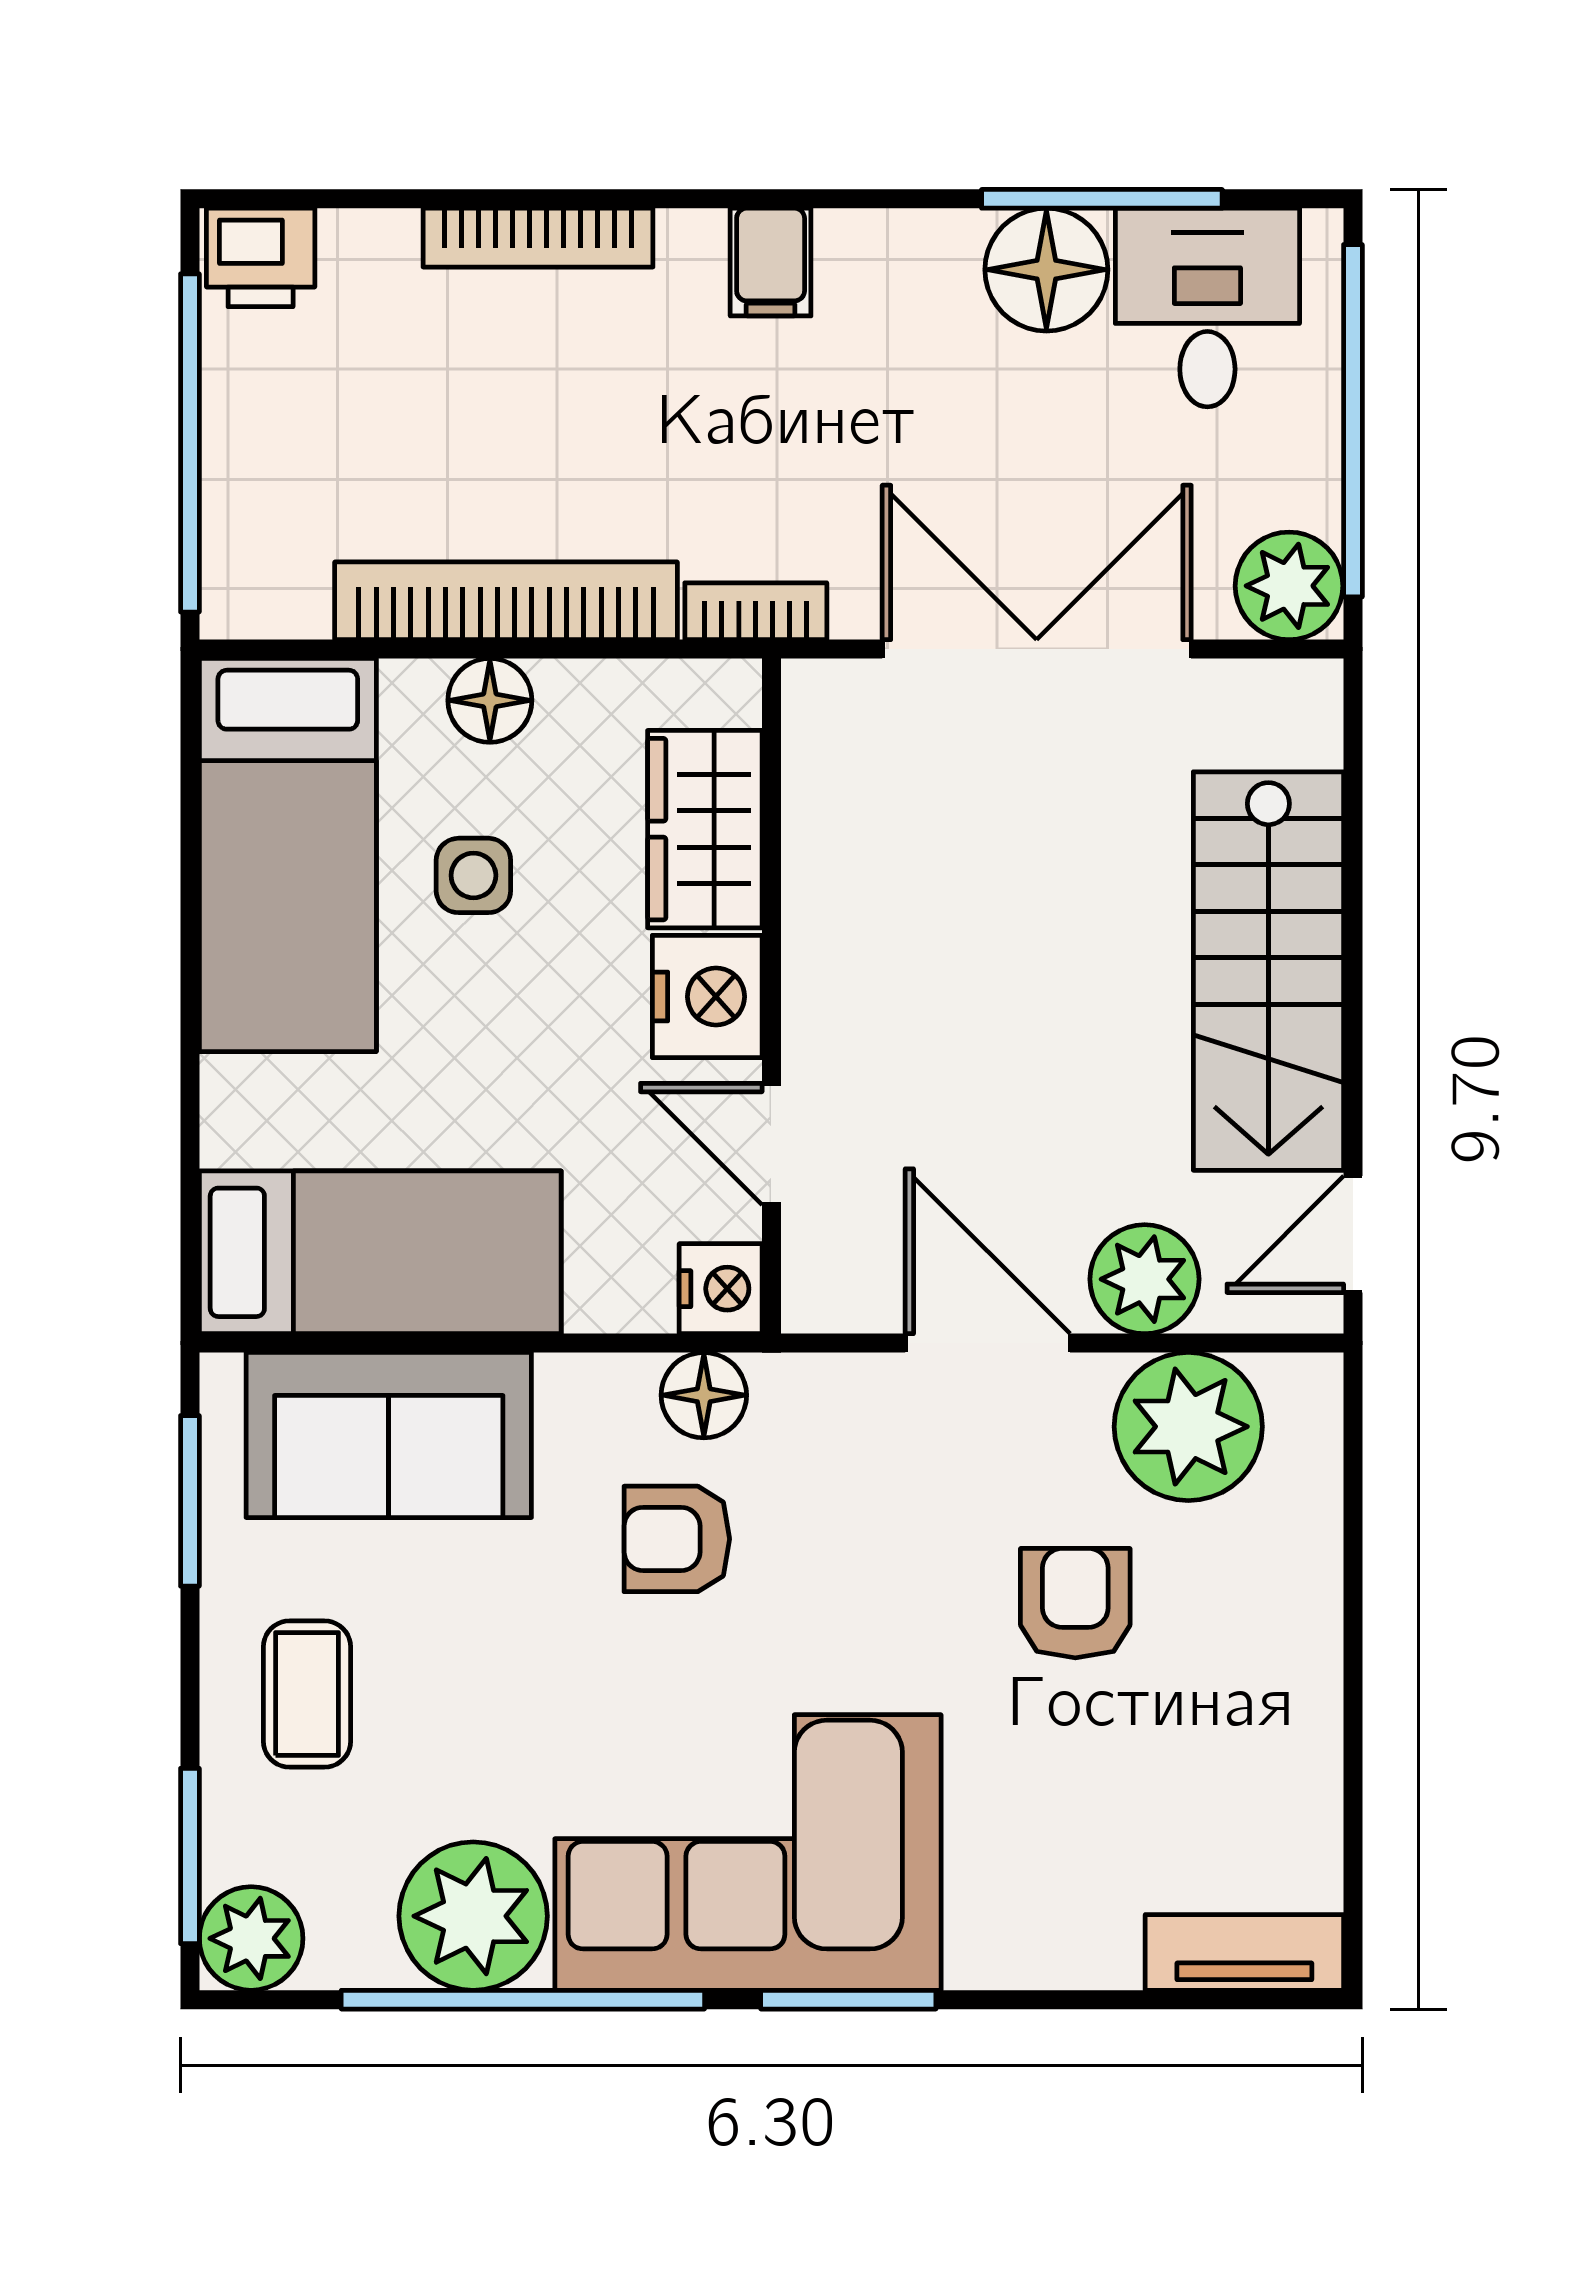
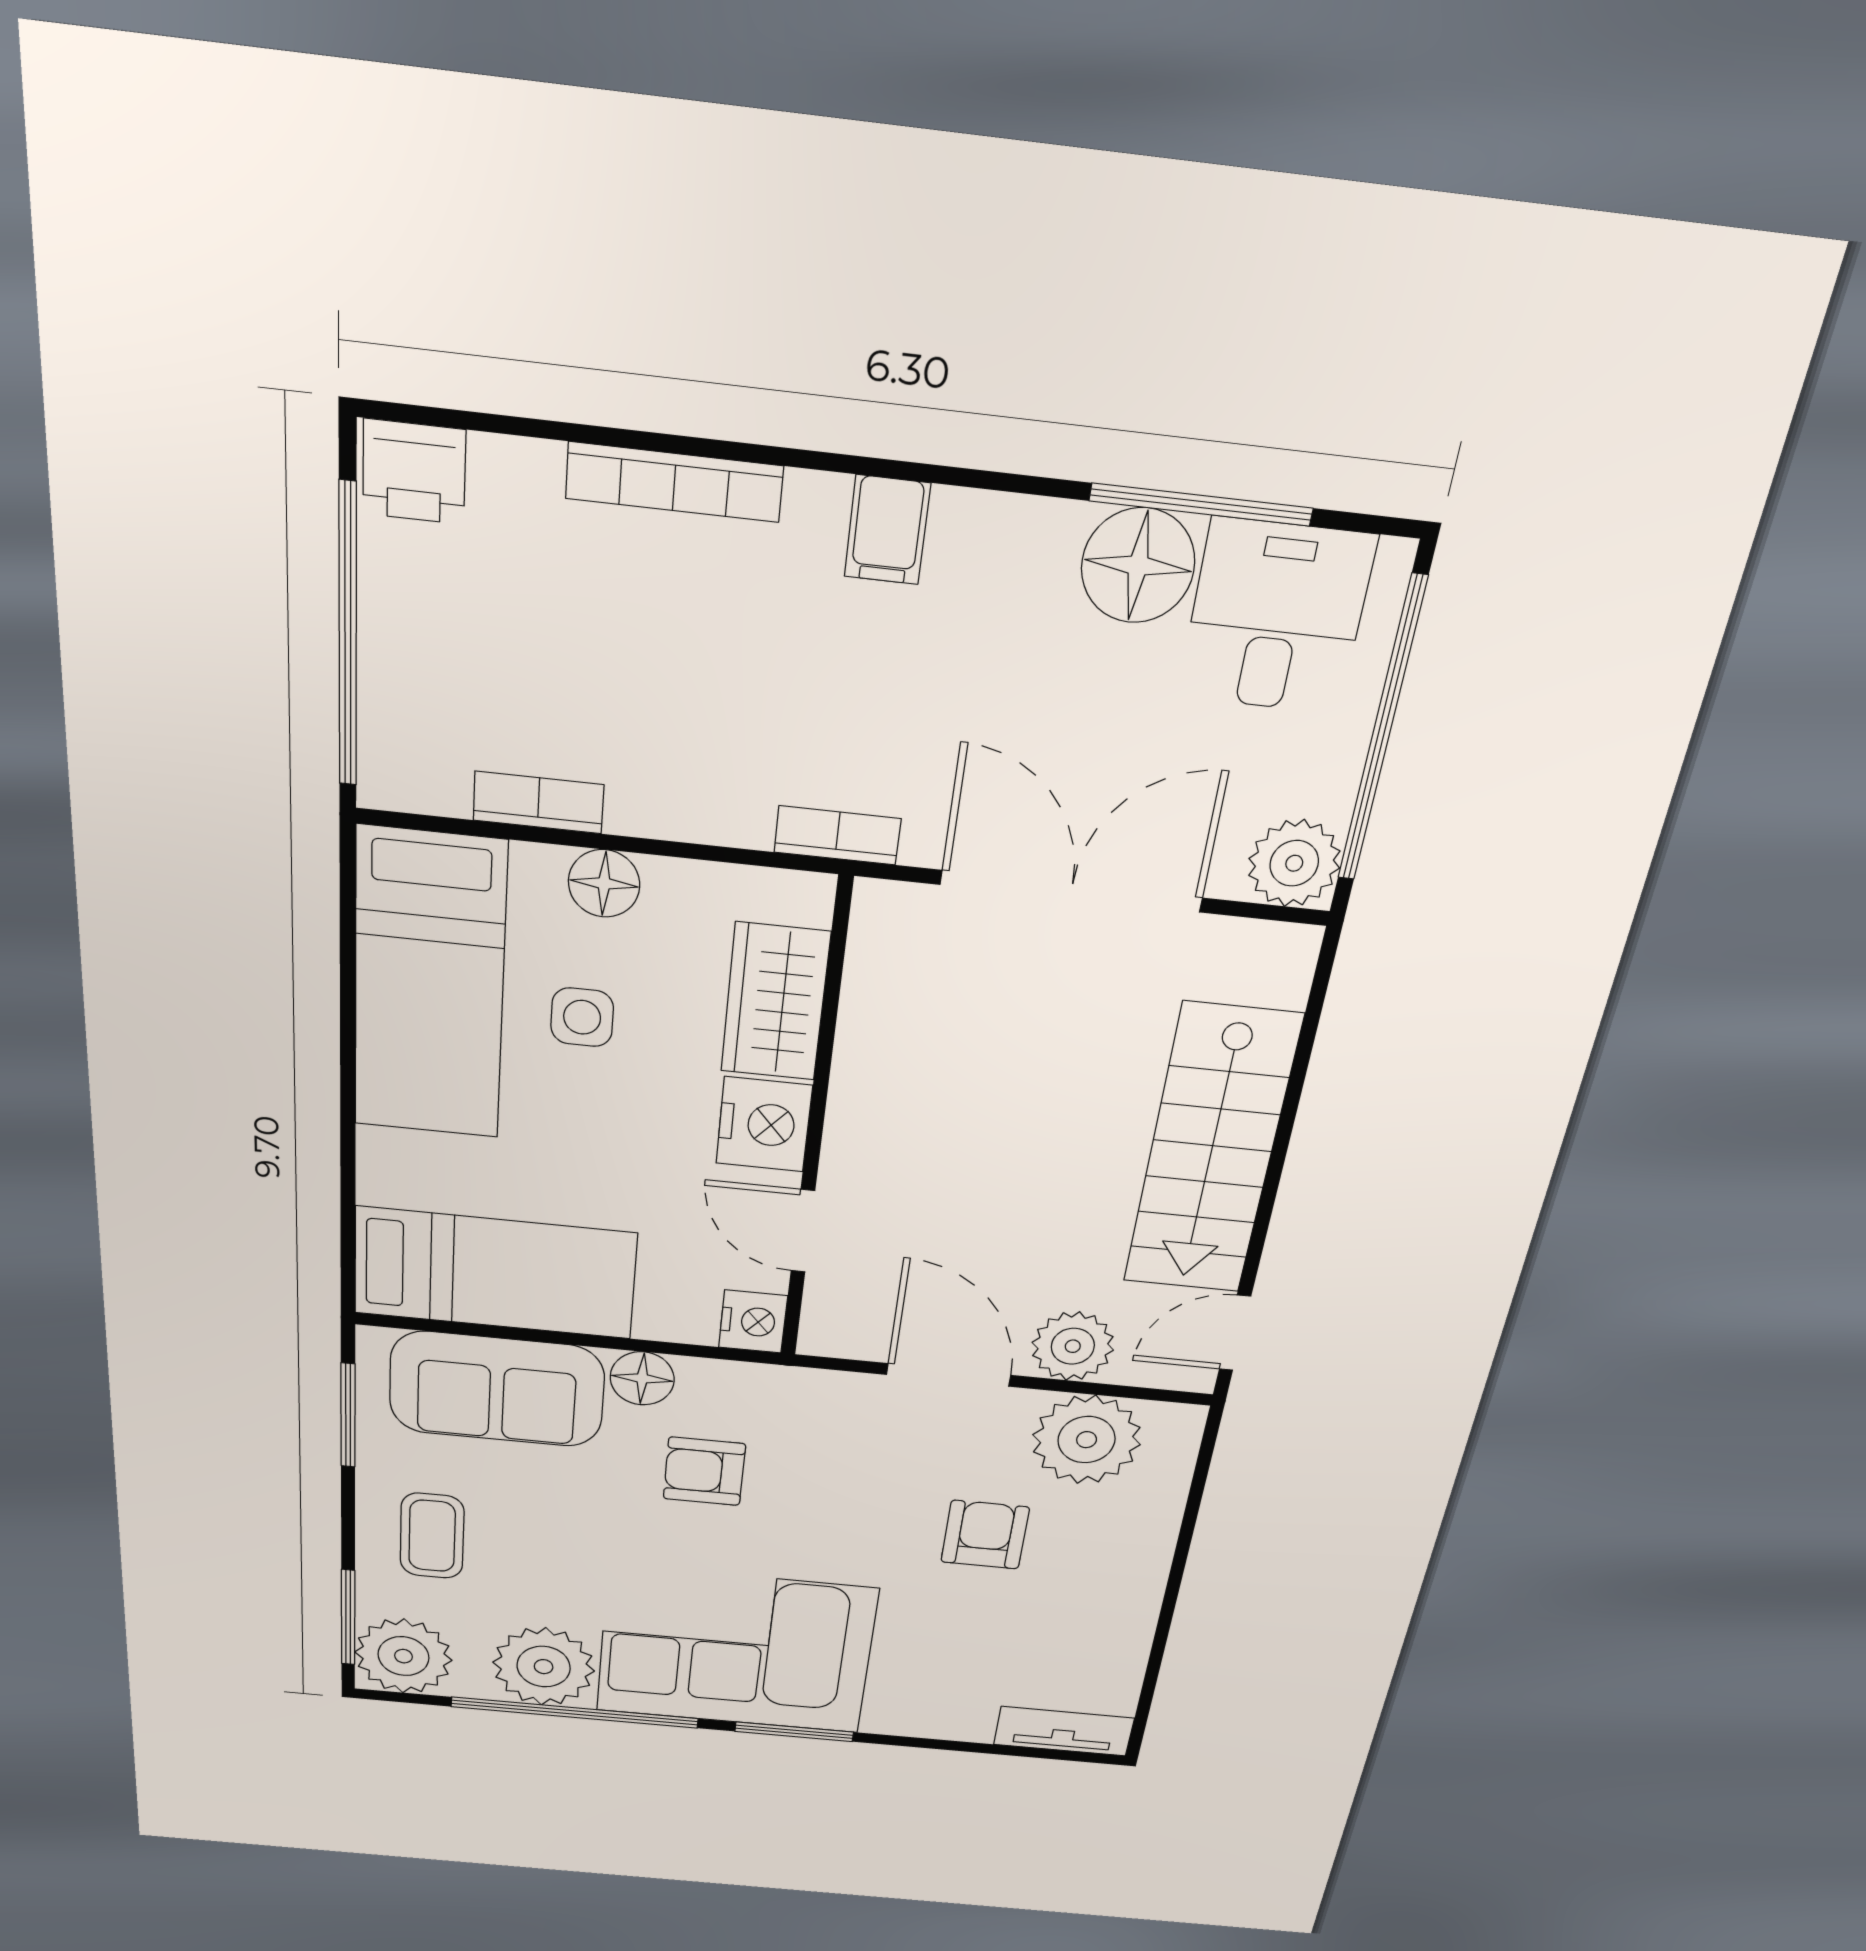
bookcase: (506, 601) -> (538, 802), width x0.43, depth x0.76
floor lamp: (704, 1395) -> (642, 1378), moved
plant: (251, 1938) -> (403, 1656), width x1.36, depth x1.36

